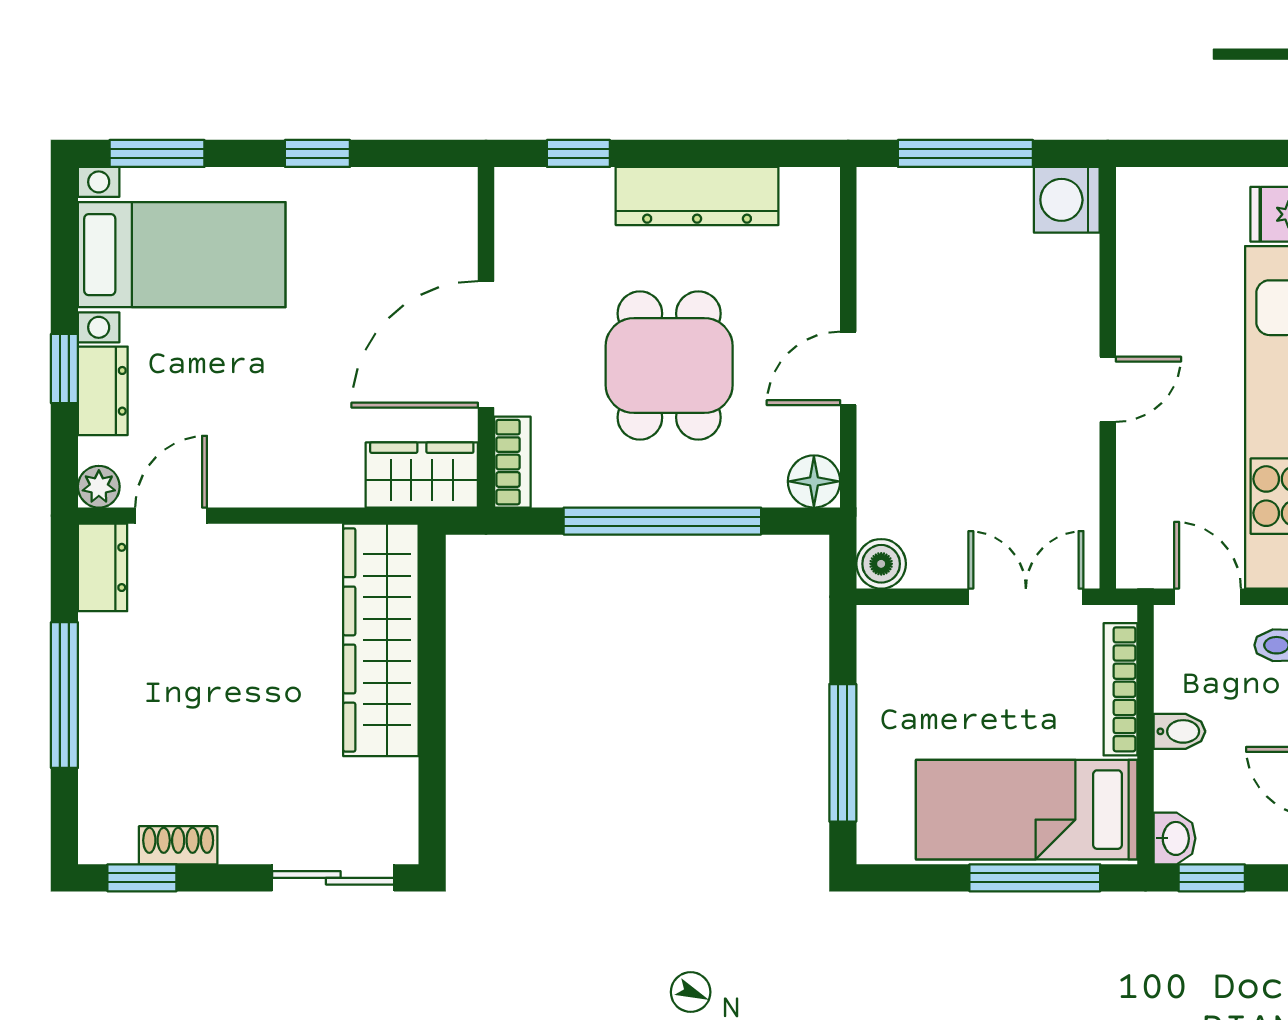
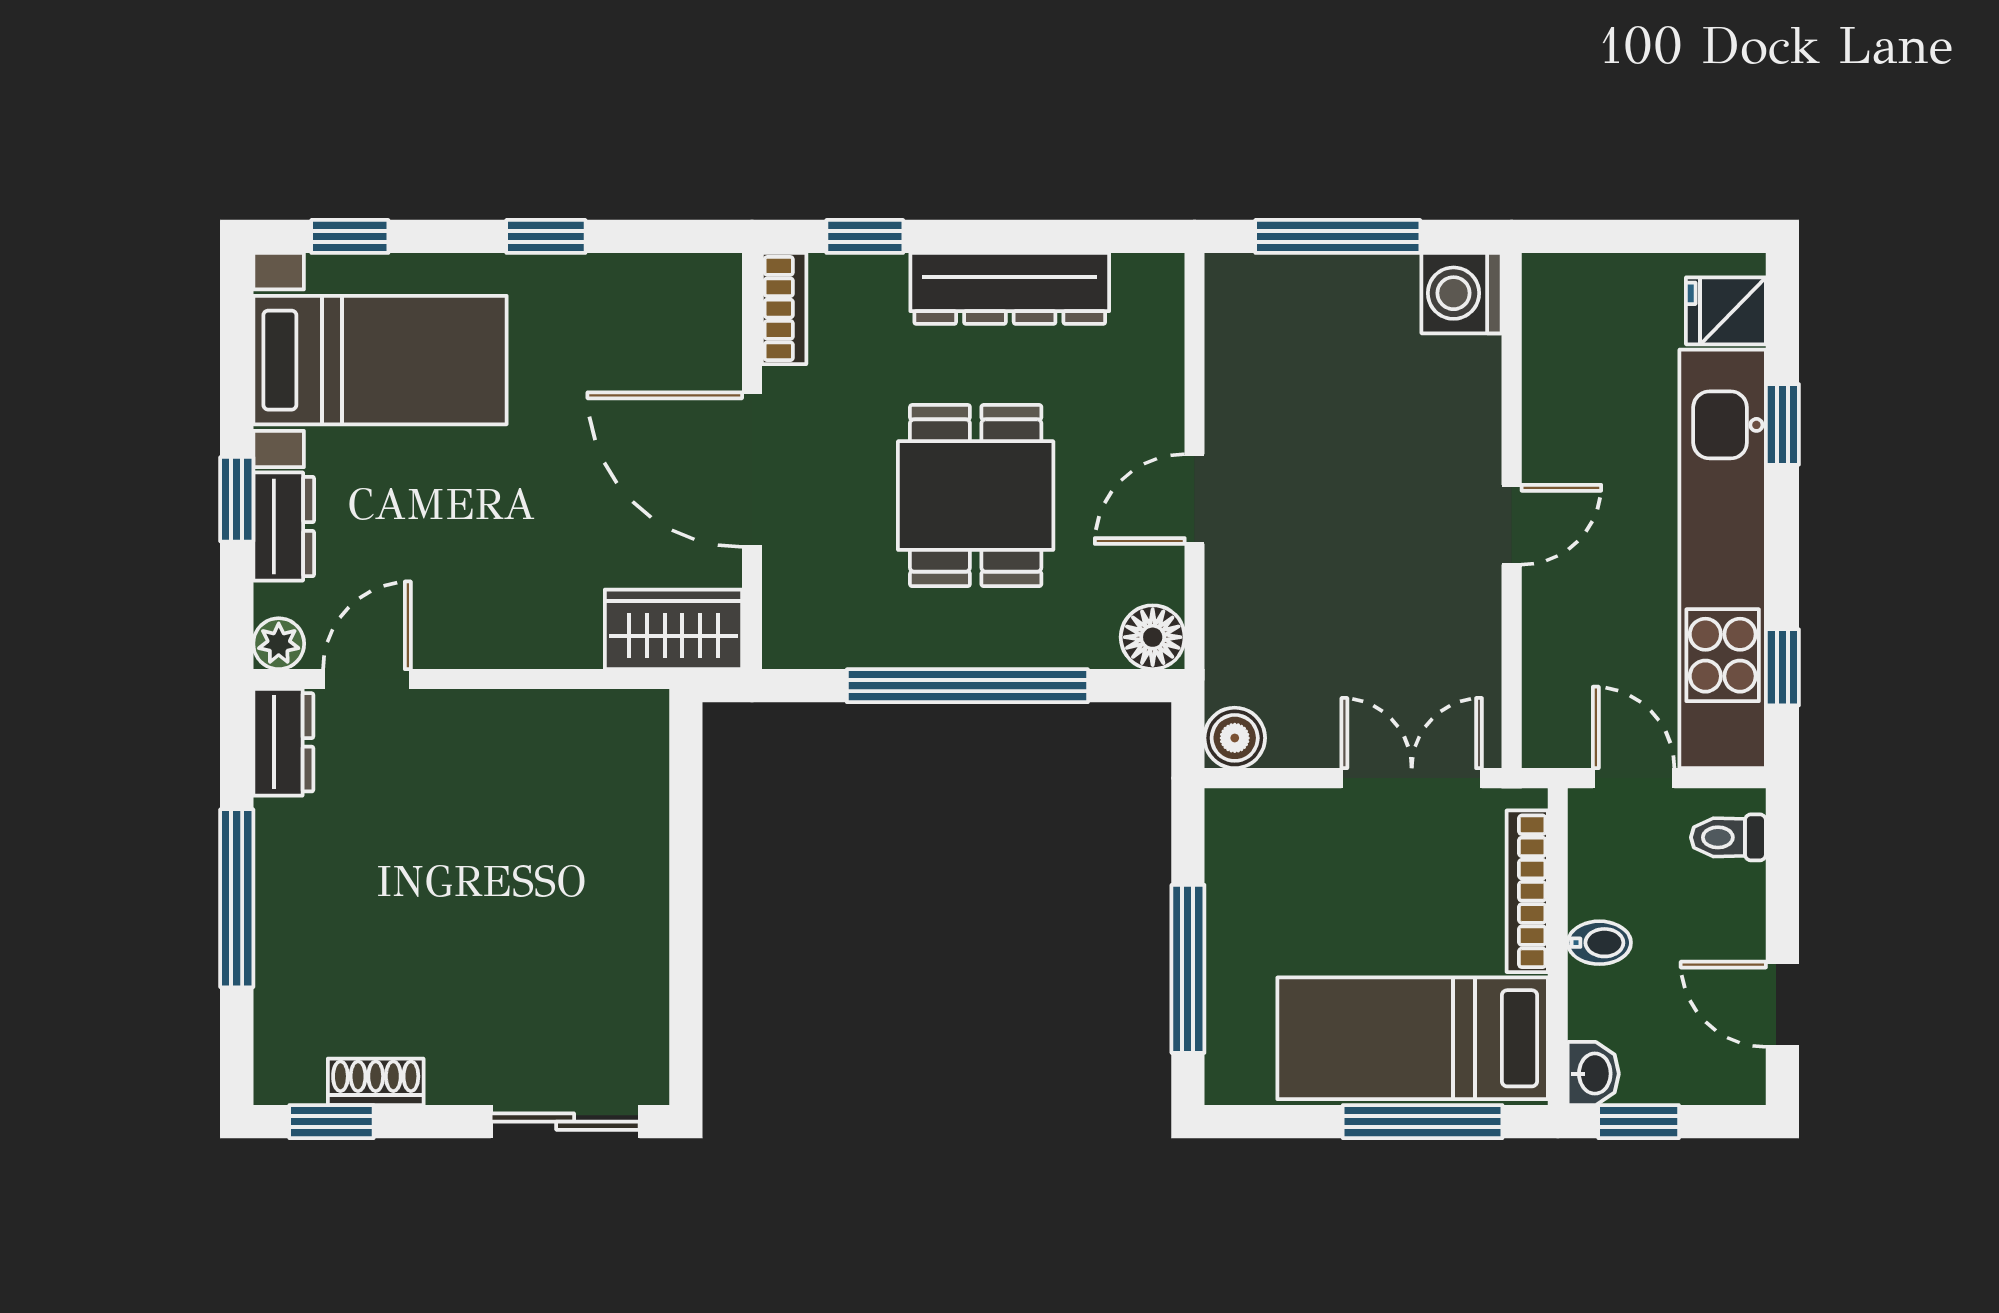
window: (157, 153) -> (350, 236), width x0.67
door: (486, 344) -> (752, 470), hinge flipped
bookcase: (512, 462) -> (784, 309), moved
wardrobe: (381, 640) -> (623, 831), removed

